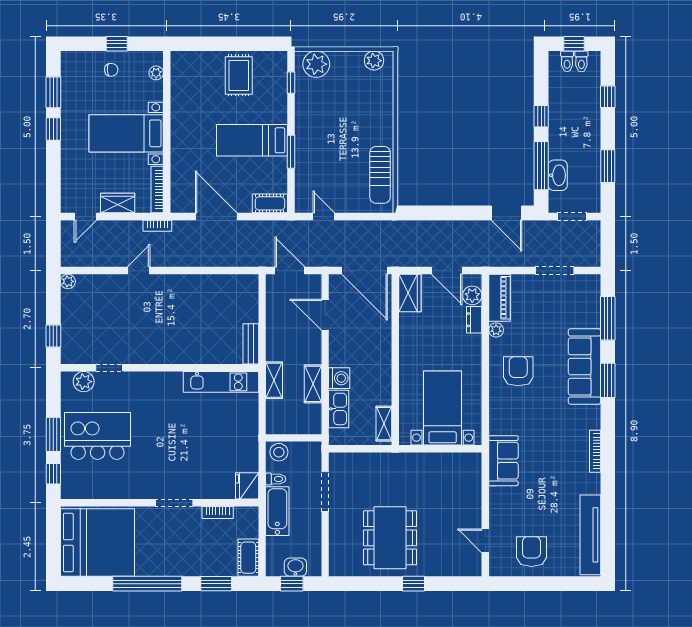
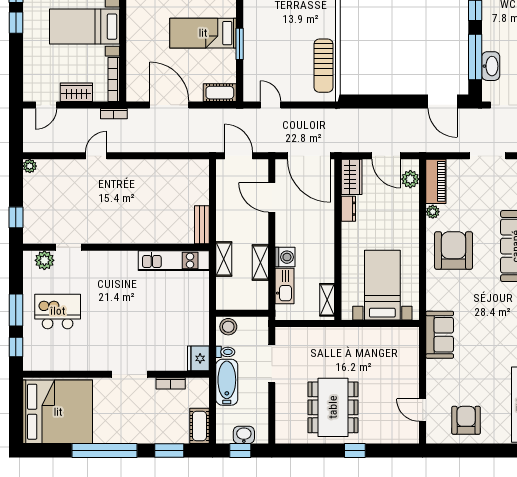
dresser: (474, 320) -> (348, 209), moved, turned 180
armchair: (518, 371) -> (454, 251), width x1.36, depth x1.36
kitchen island: (98, 436) -> (58, 311), width x0.73, depth x0.78

